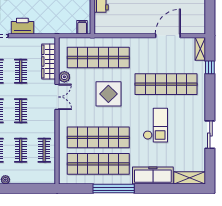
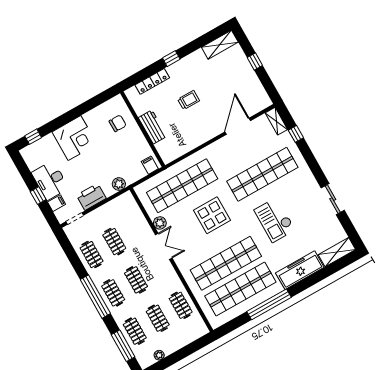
plant: (50, 28) -> (119, 184), added
wardrobe: (49, 61) -> (136, 217), removed
checkout: (155, 125) -> (275, 220), turned 180

